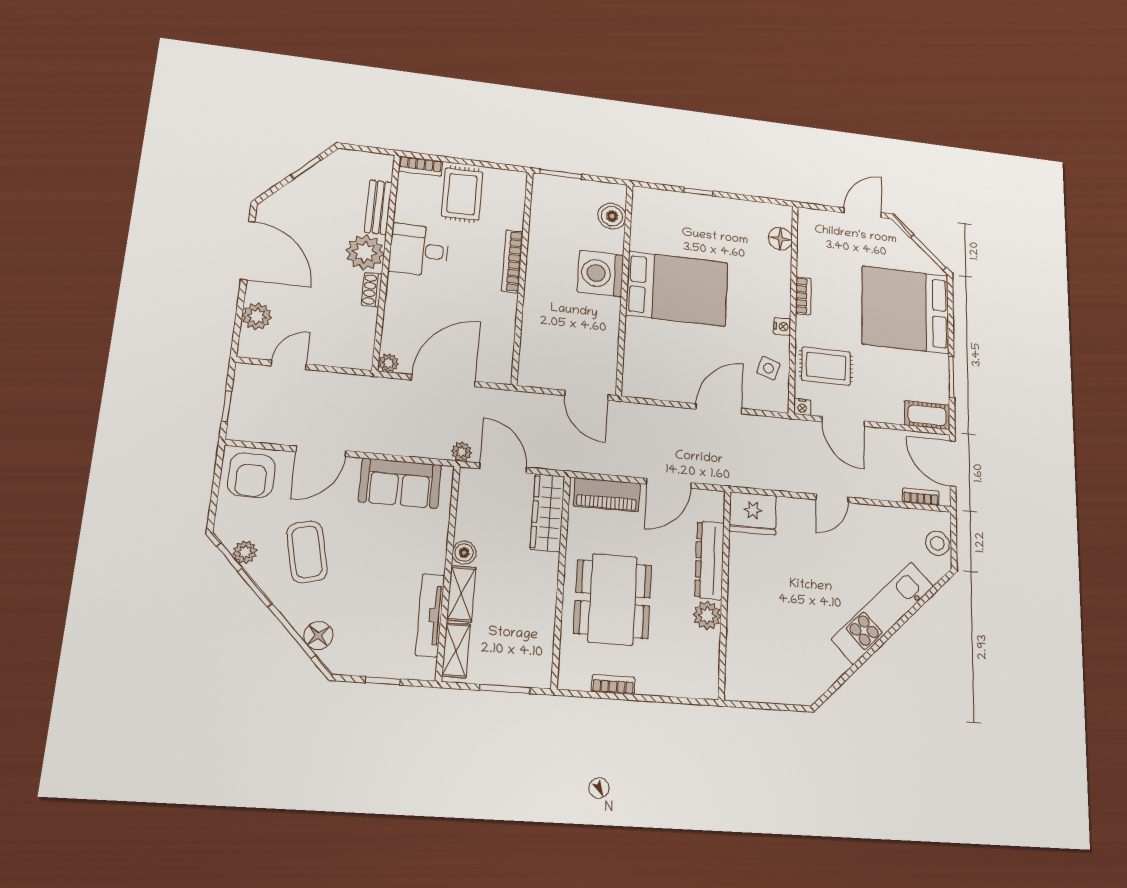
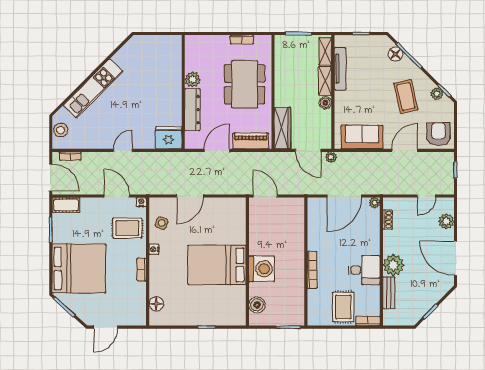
shoe rack: (372, 290) -> (388, 220), moved

